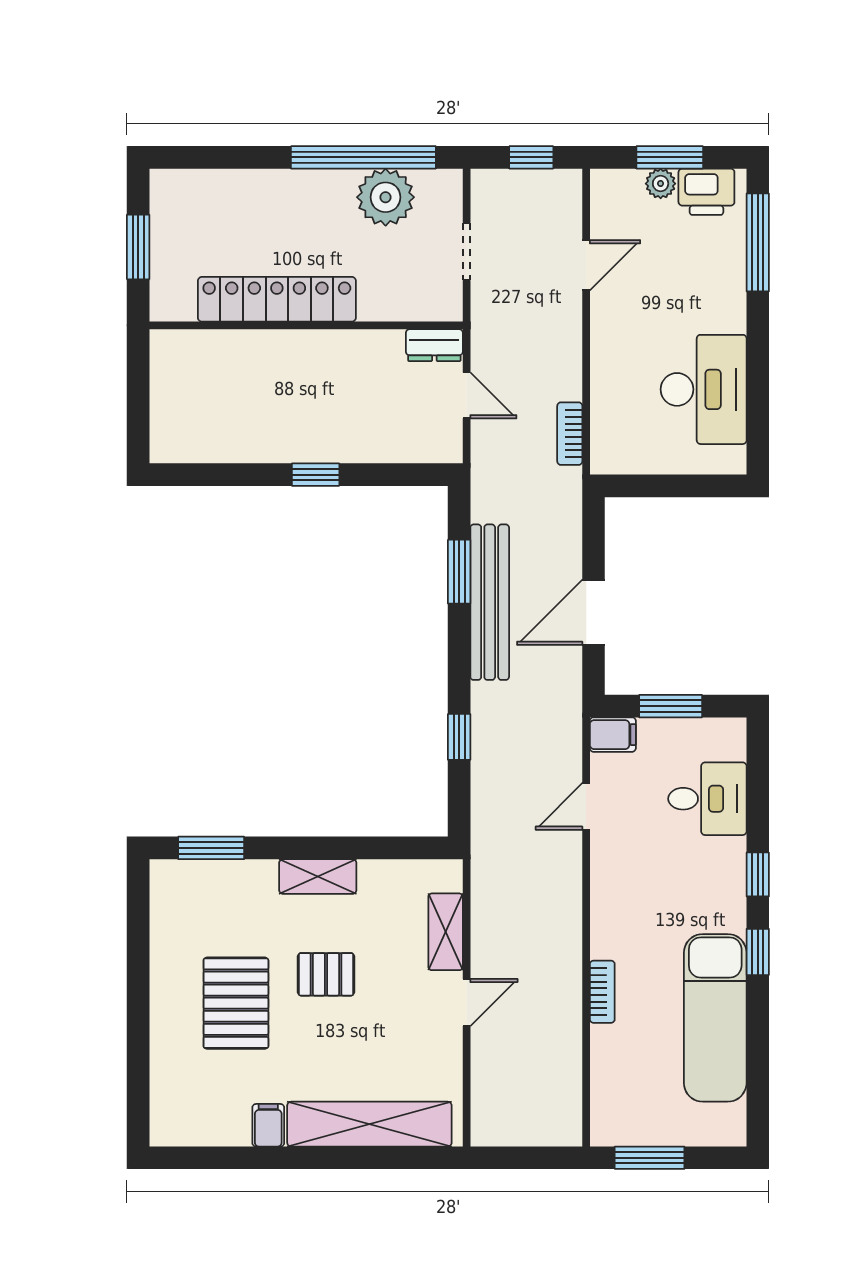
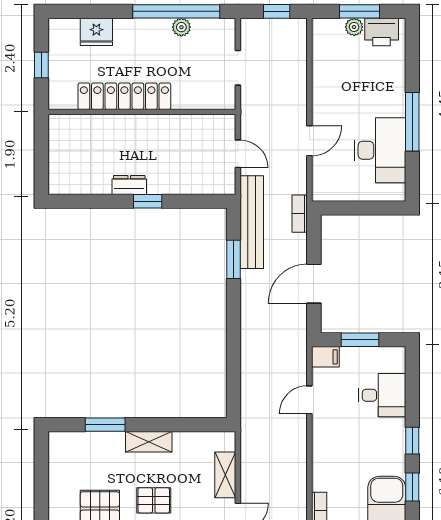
fridge: (230, 192) -> (96, 32), added
plant: (386, 197) -> (181, 27), width x0.53, depth x0.53
window: (758, 242) -> (412, 122), moved
window: (138, 247) -> (41, 65), width x0.67
door: (586, 265) -> (309, 141), moved
dresser: (434, 345) -> (129, 185), moved, turned 180
bookcase: (570, 434) -> (300, 214), moved
bench: (490, 602) -> (252, 222), moved
window: (459, 737) -> (233, 358), removed
window: (211, 848) -> (105, 425), moved

